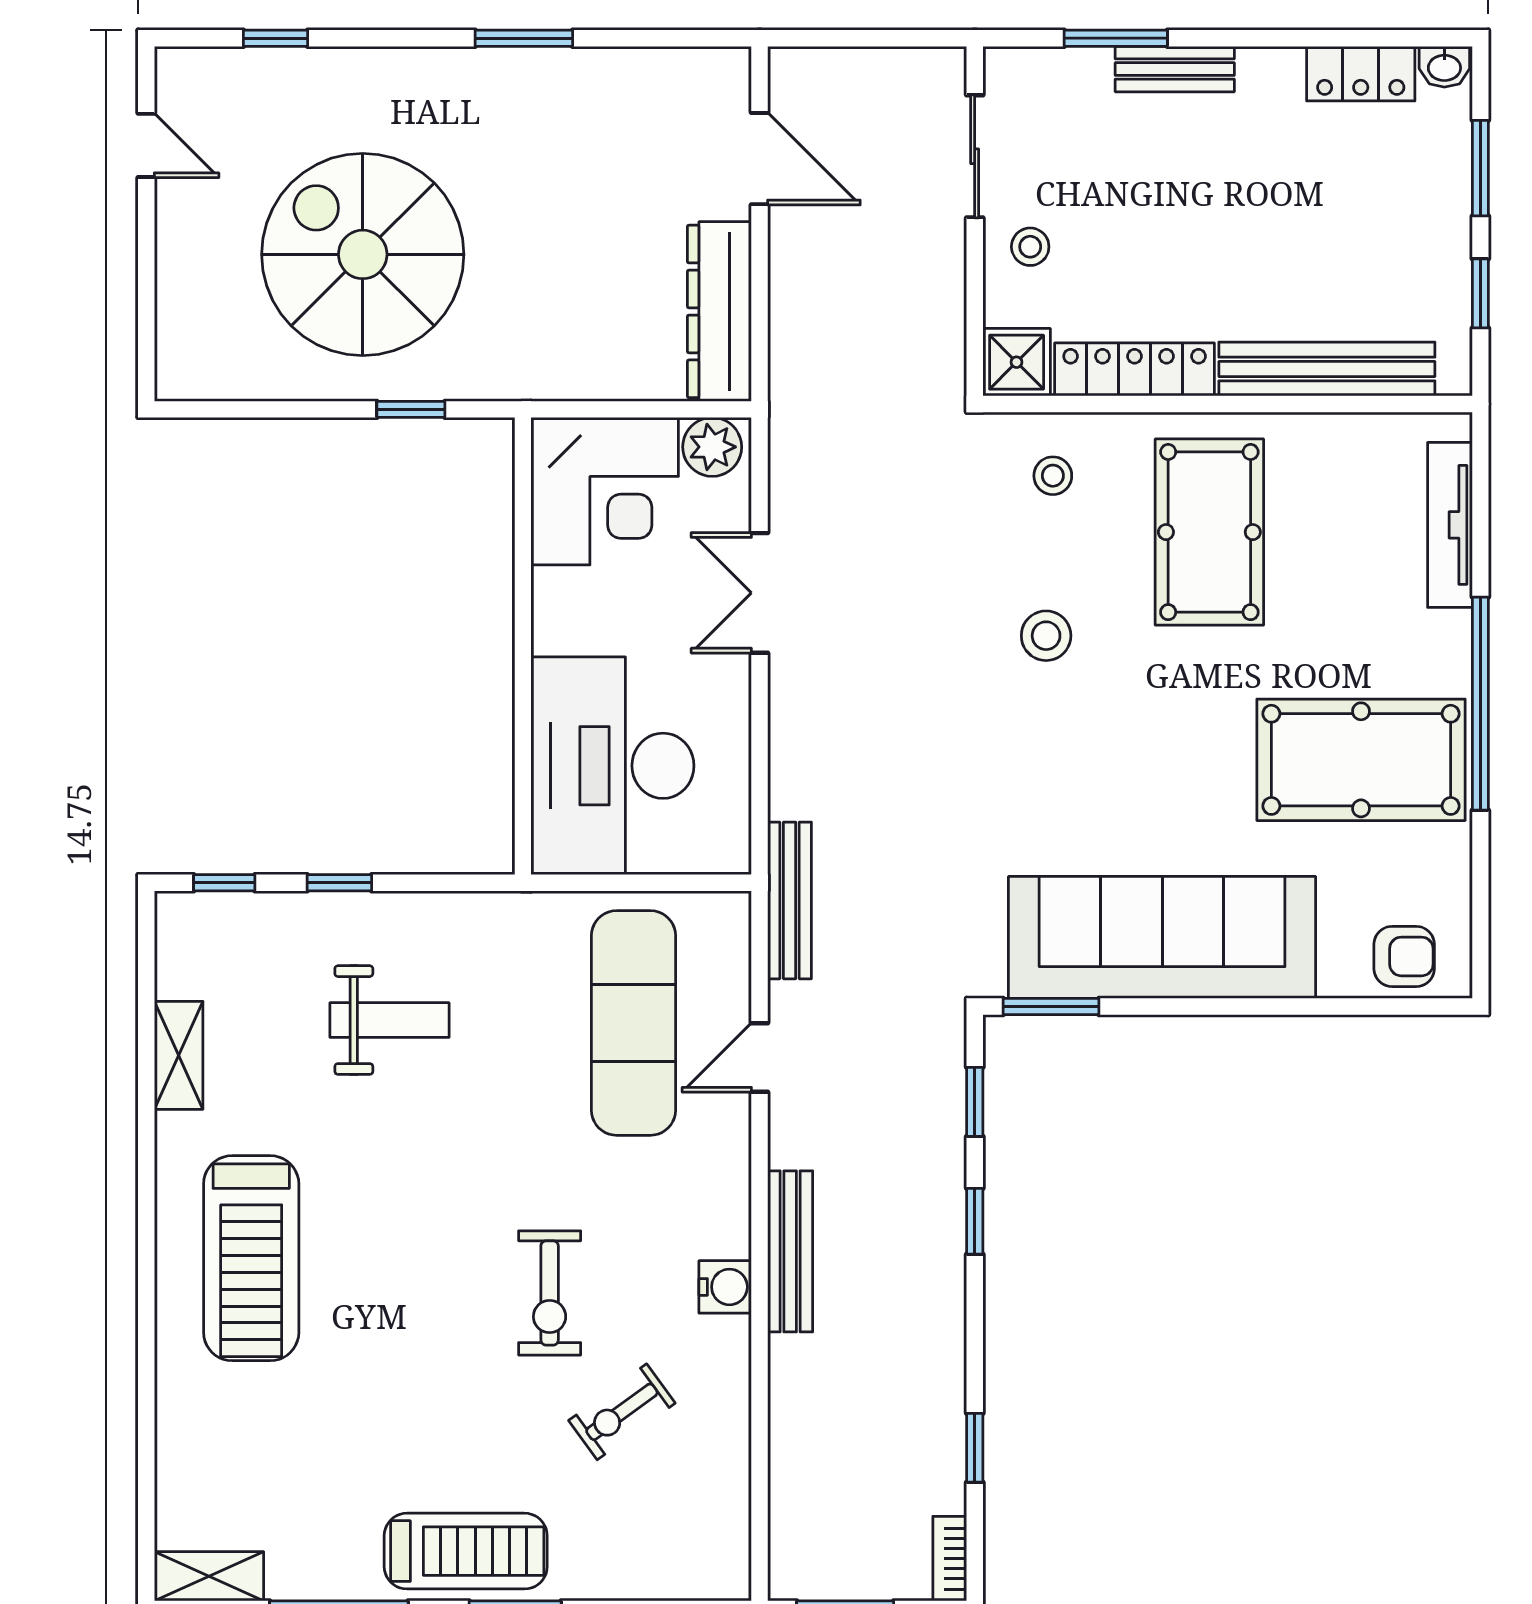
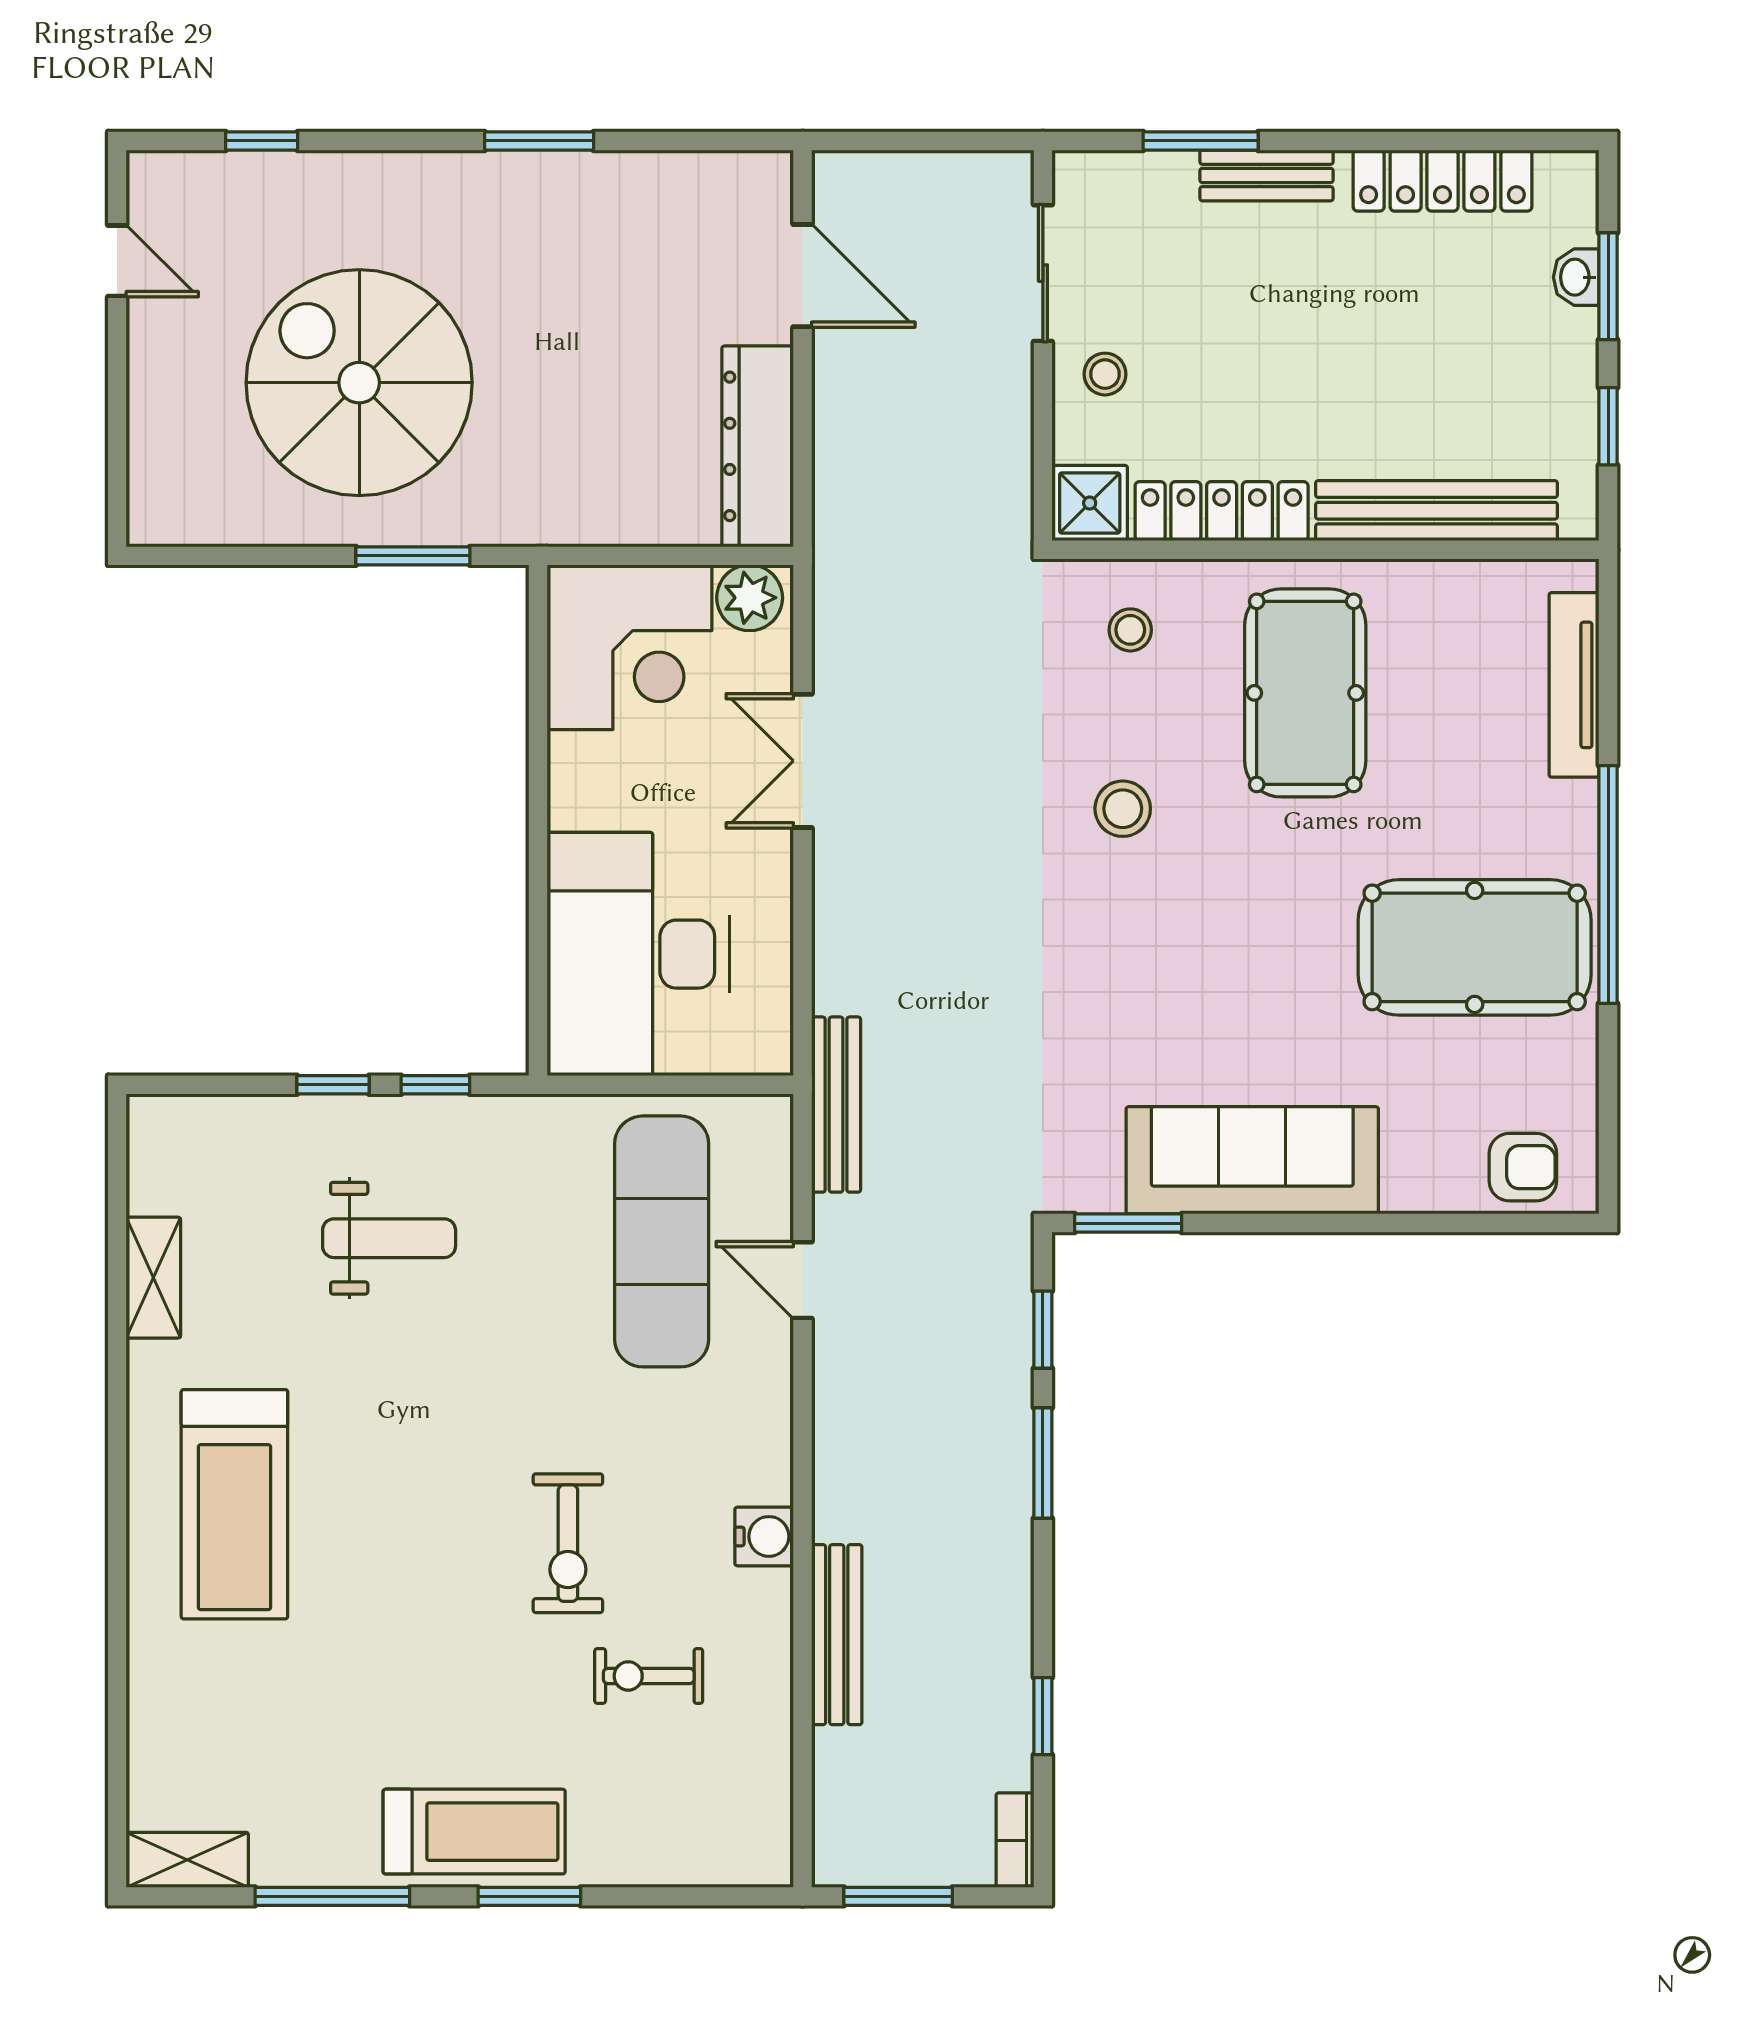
washbasin: (1444, 67) -> (1576, 277), moved, turned 90
locker: (1361, 74) -> (1442, 181), width x1.53
window: (411, 409) -> (413, 556), width x1.50
window: (224, 883) -> (435, 1085), moved
sofa: (1162, 937) -> (1252, 1160), width x0.74, depth x0.79
door: (760, 1058) -> (803, 1280), hinge flipped
window: (975, 1221) -> (1043, 1463), width x1.50
bench: (790, 1251) -> (837, 1635), moved
exercise bike: (622, 1412) -> (649, 1676), turned 36

